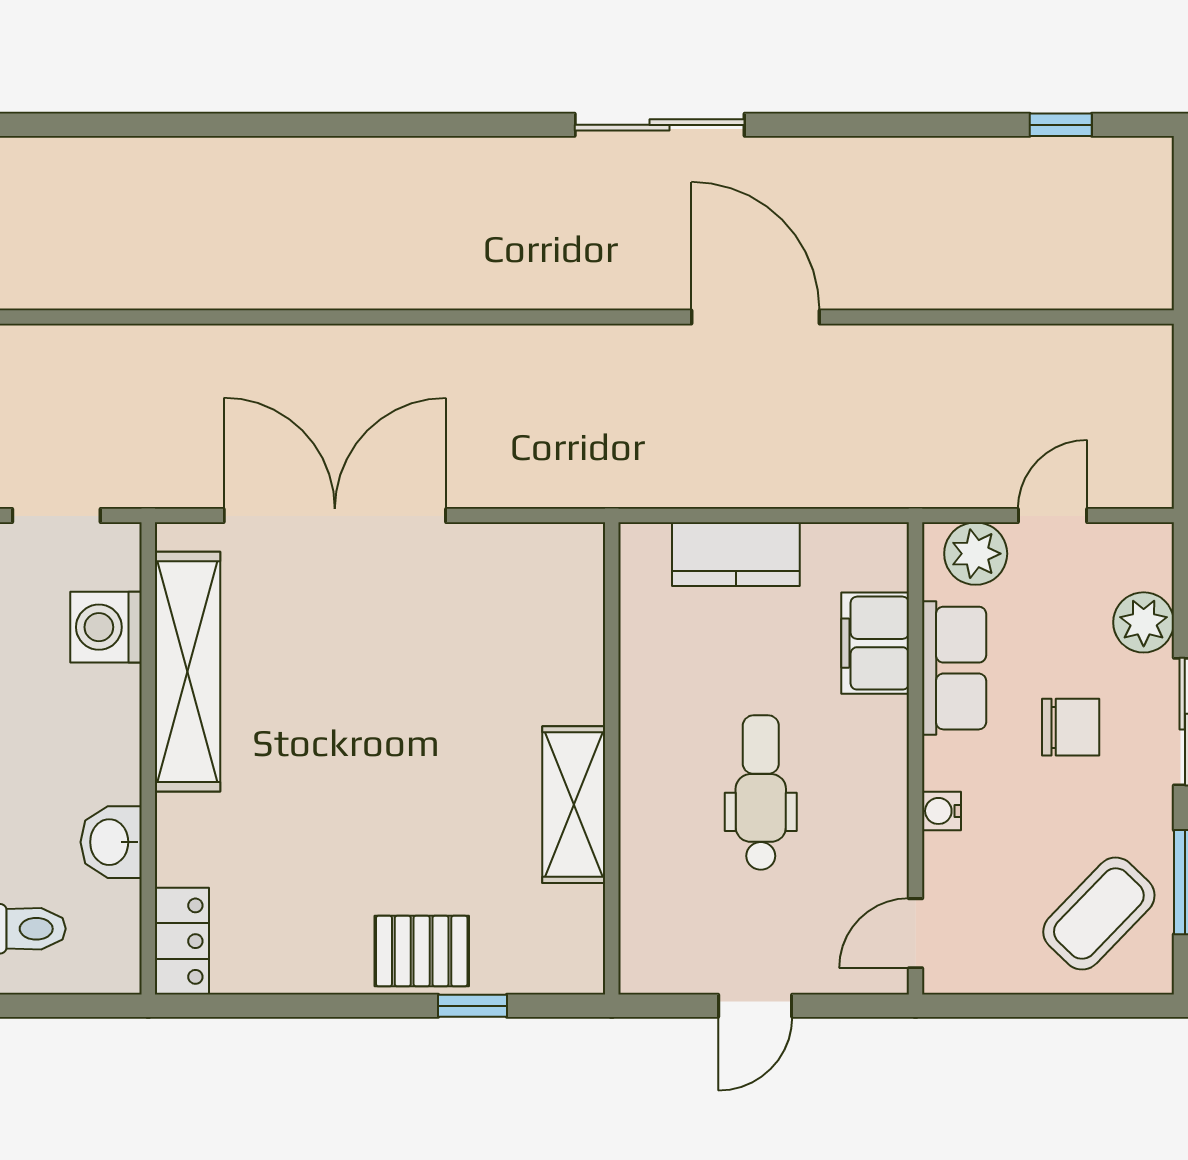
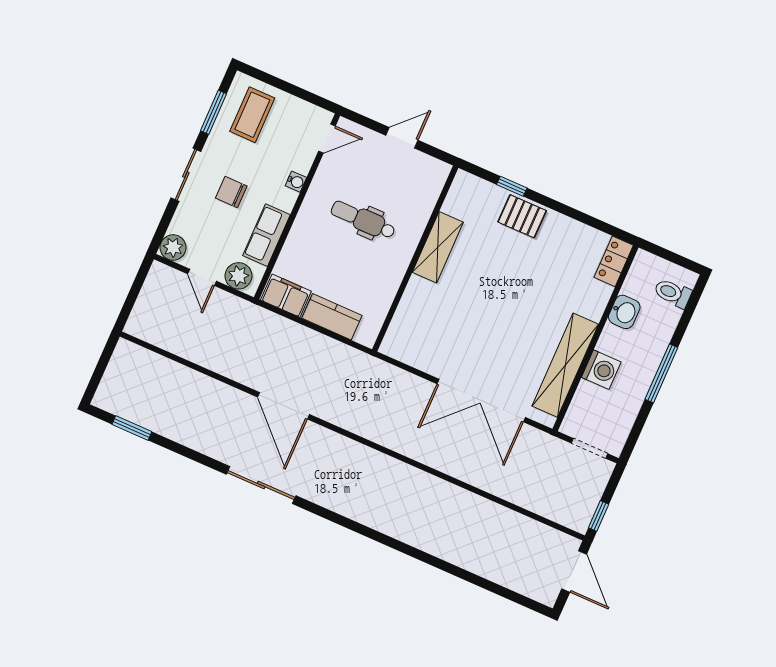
sliding door: (660, 125) -> (261, 485), moved
window: (1061, 125) -> (132, 428), width x1.50
door: (1053, 516) -> (202, 277), hinge flipped
plant: (1144, 622) -> (173, 247), moved
washing machine: (106, 627) -> (601, 370), moved
filing cabinet: (875, 643) -> (286, 296), moved, turned -90
dental chair: (761, 793) -> (363, 220), turned 90
coffee table: (1099, 914) -> (252, 115), turned -44

